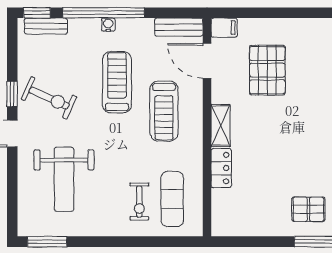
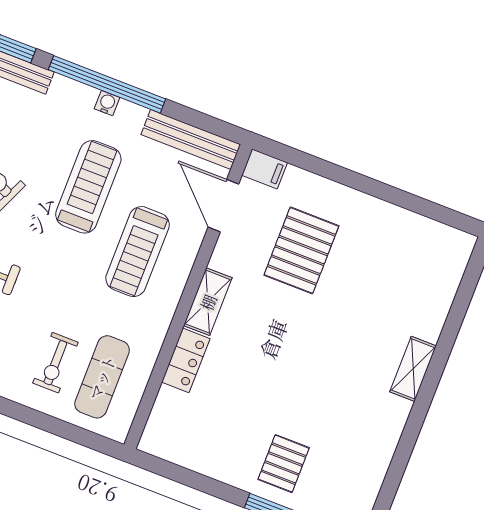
bench: (179, 27) -> (191, 139), width x1.36
pallet: (308, 209) -> (284, 464), turned 90

